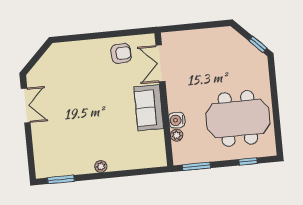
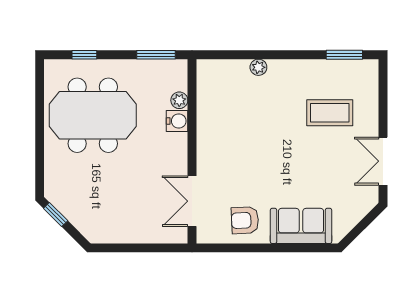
double door: (160, 63) -> (192, 201), swing flipped
sofa: (149, 108) -> (301, 226), moved, turned -90
coffee table: (67, 137) -> (330, 113), added
plant: (101, 166) -> (258, 67), moved

